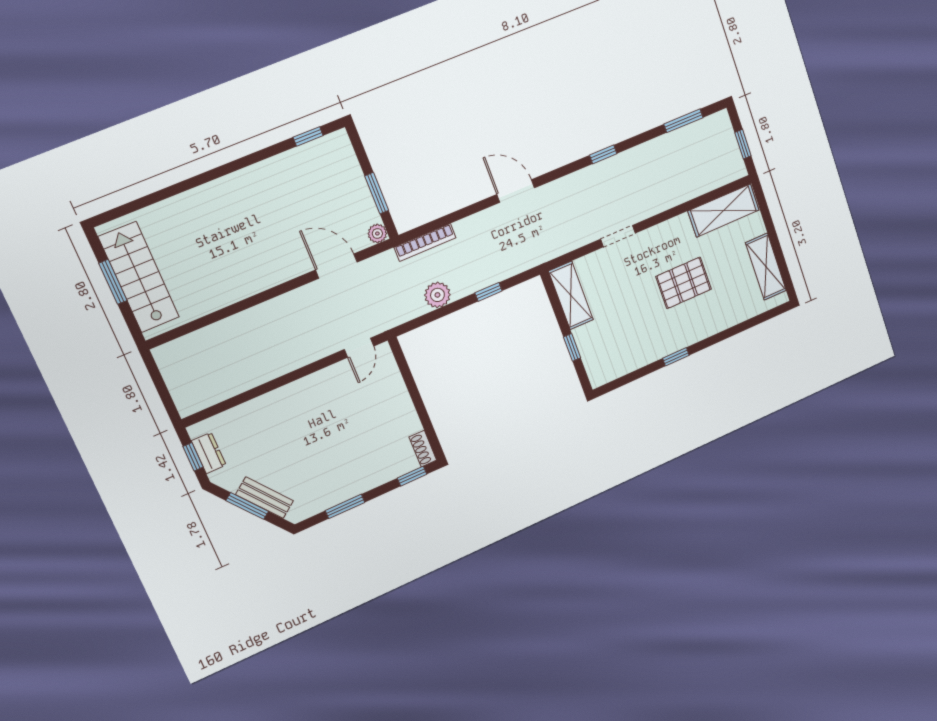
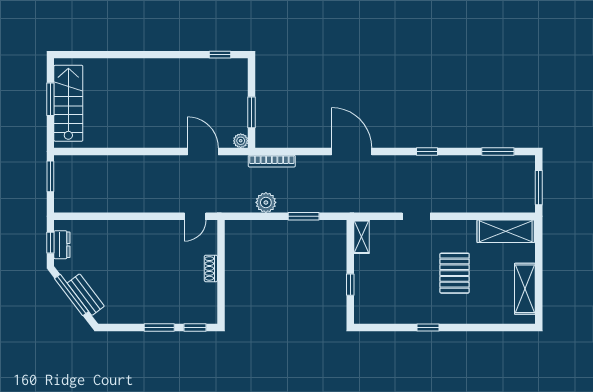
window: (743, 144) -> (539, 188), width x1.50
door: (516, 191) -> (352, 152), width x1.36
pallet: (684, 283) -> (455, 273), turned 90
window: (489, 292) -> (304, 216), width x1.50
shelving: (571, 295) -> (361, 237), width x0.67, depth x0.75
window: (157, 377) -> (50, 176), added
shoe rack: (423, 449) -> (211, 268), moved
window: (247, 506) -> (72, 295), width x1.44
window: (345, 506) -> (159, 328), moved

